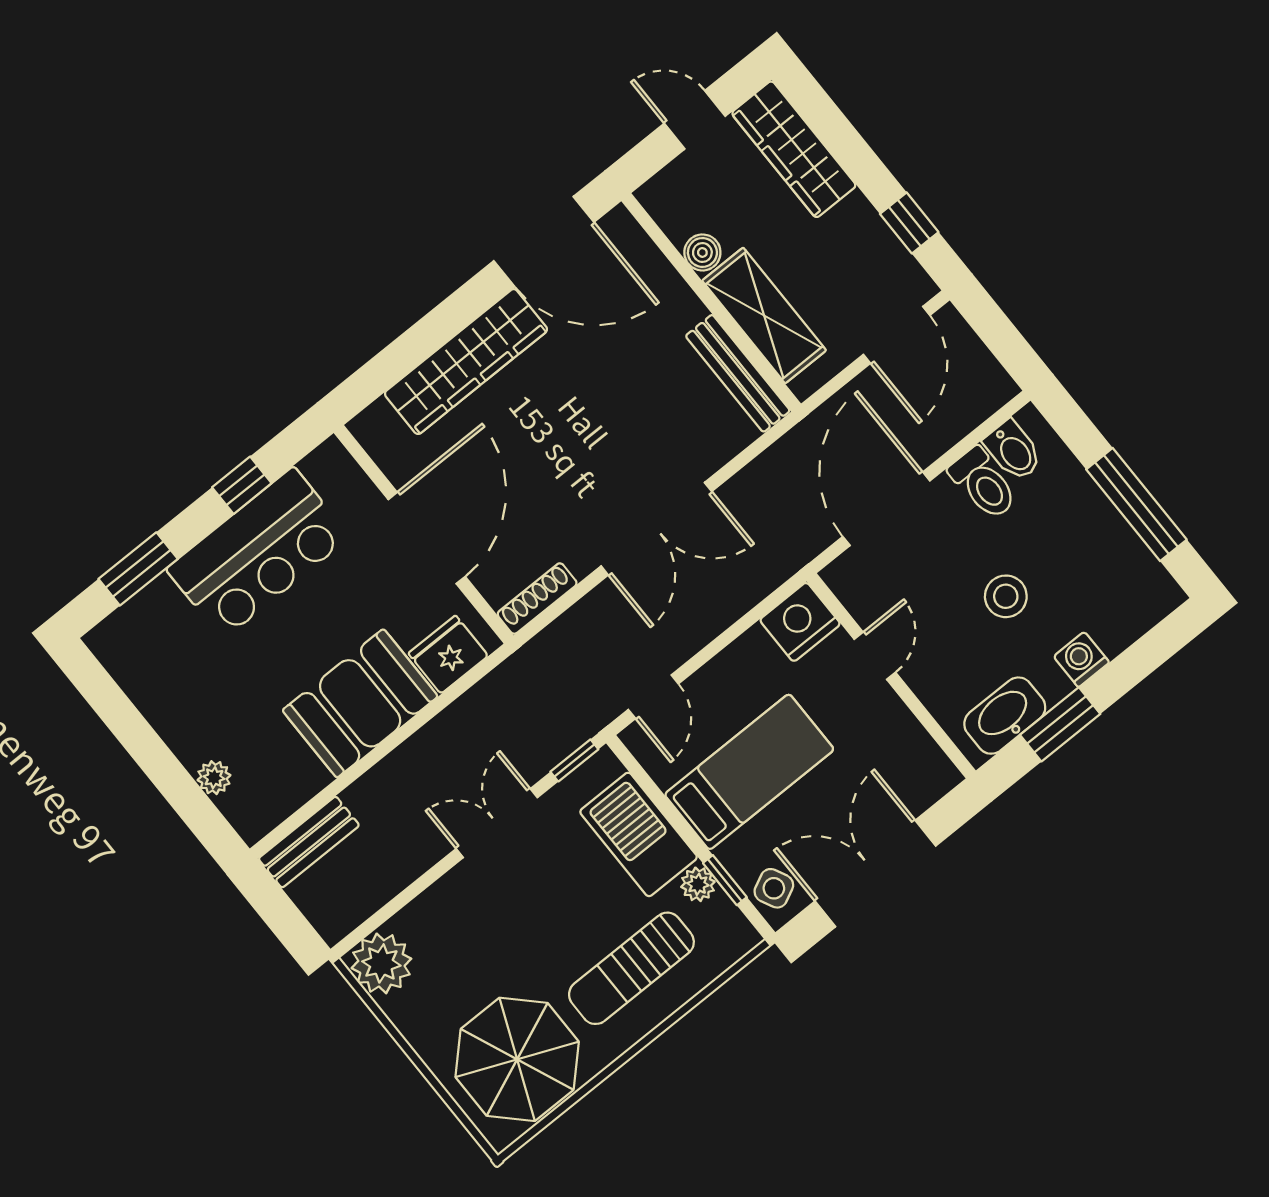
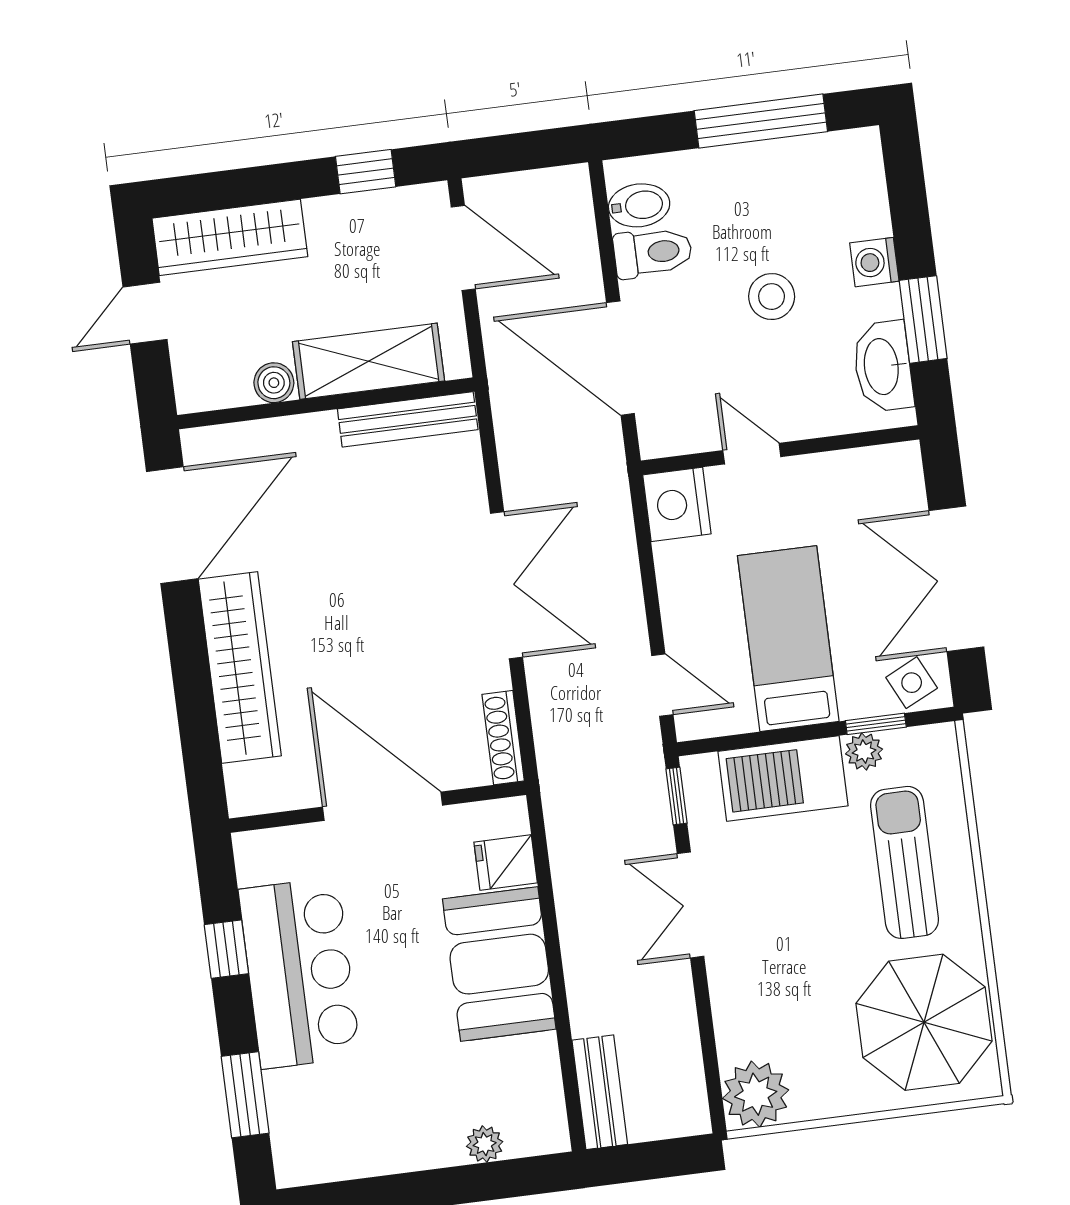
fridge: (448, 655) -> (506, 863), width x0.72
sun lounger: (631, 968) -> (904, 862), turned 180

